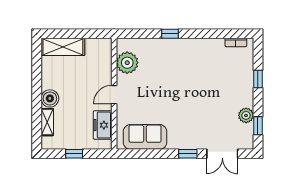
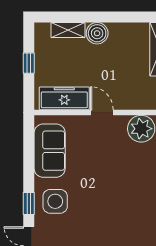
freezer: (103, 125) -> (64, 98), width x1.40
side table: (186, 132) -> (55, 201), added

